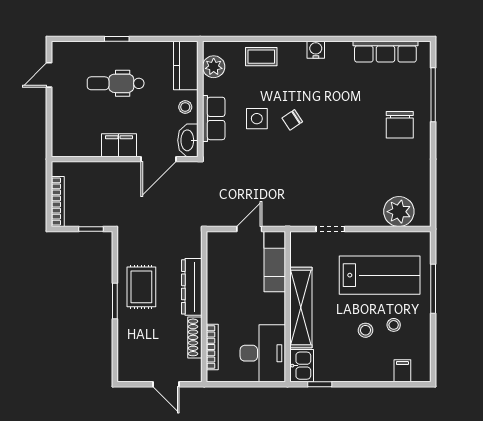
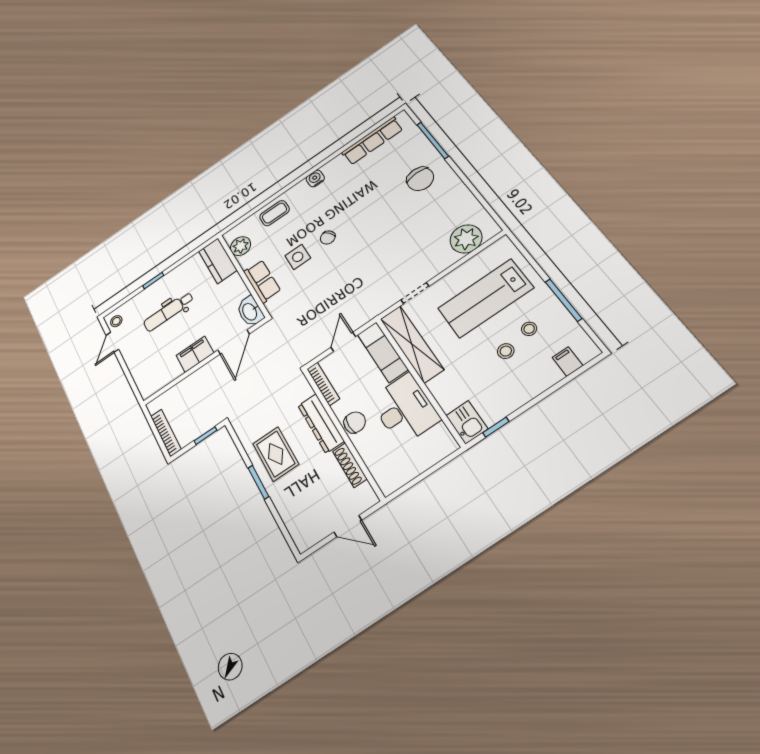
stool: (185, 107) -> (116, 321), moved
lab bench: (380, 275) -> (485, 298), turned 180
window: (433, 289) -> (564, 300), moved
chair: (219, 305) -> (355, 422), added
shelving: (301, 308) -> (412, 344), moved
bookcase: (212, 347) -> (323, 384), moved
desk: (263, 353) -> (405, 409), moved

